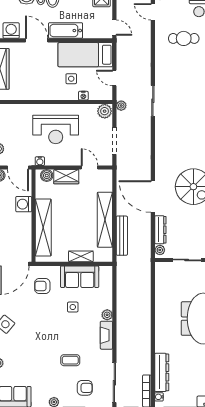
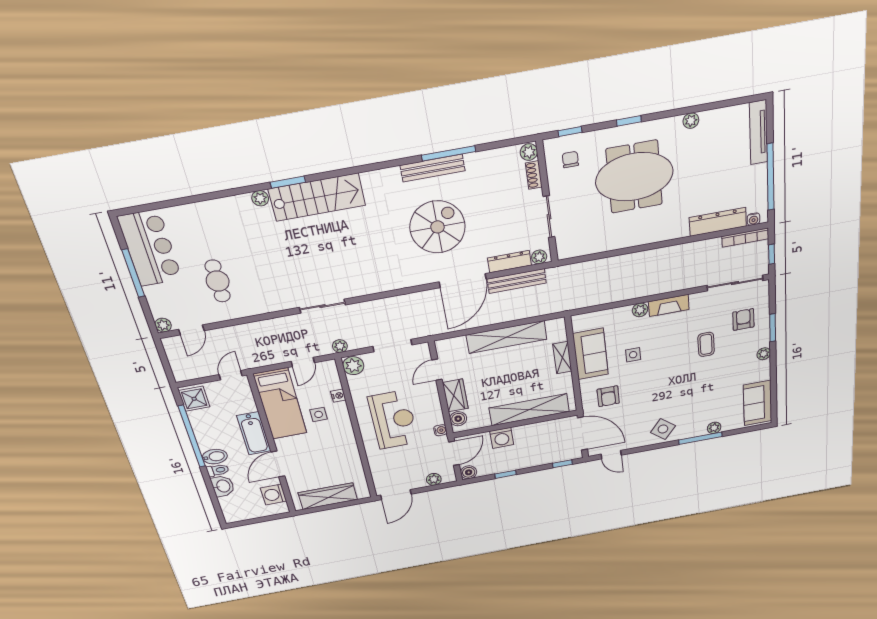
bench: (122, 236) -> (517, 281), moved

